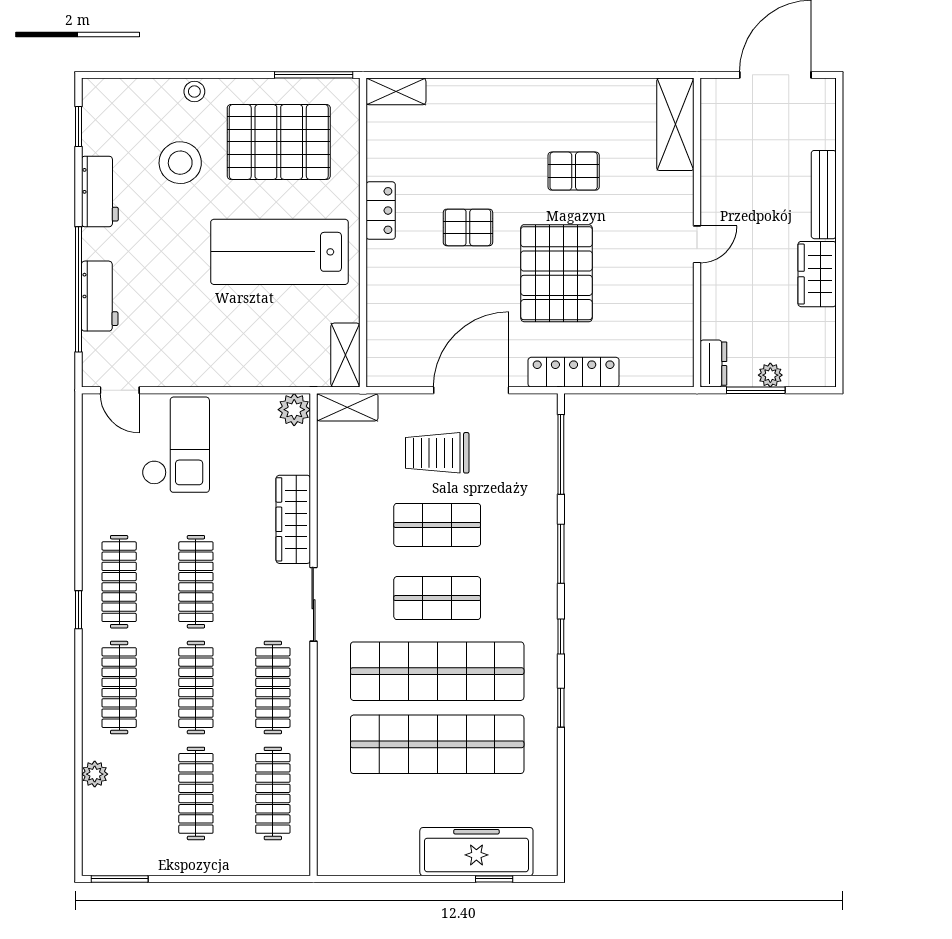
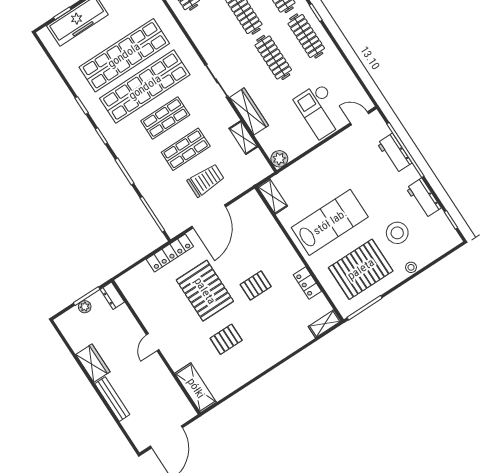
locker: (381, 211) -> (307, 283), moved
shelving: (347, 407) -> (243, 138), moved, turned 90
clothes rail: (273, 688) -> (211, 34), removed

